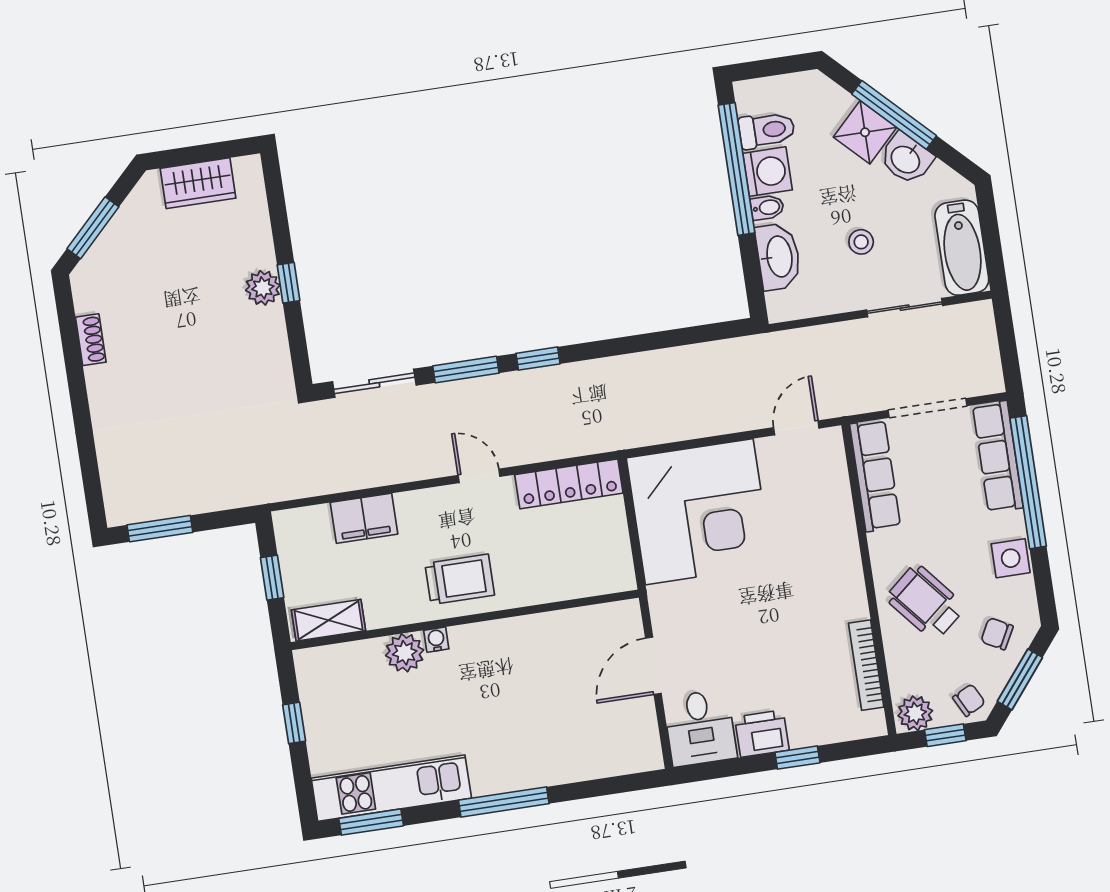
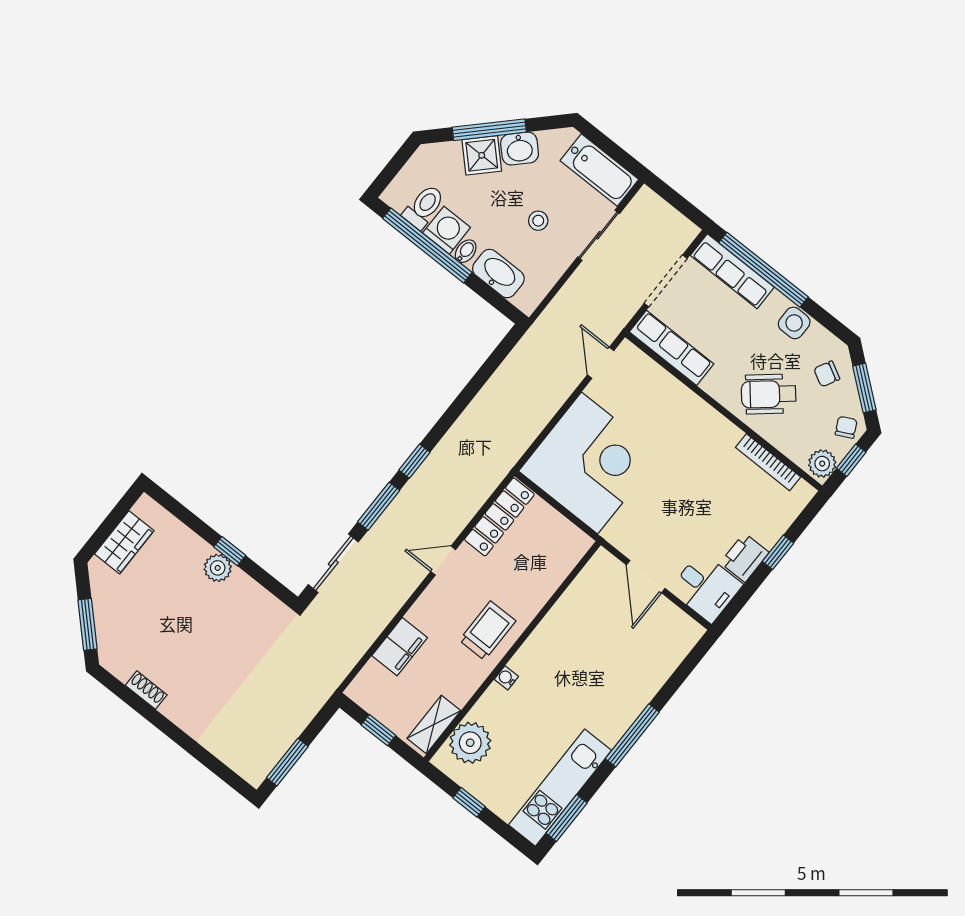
plant: (405, 653) -> (470, 743), moved, width x1.36, depth x1.36

